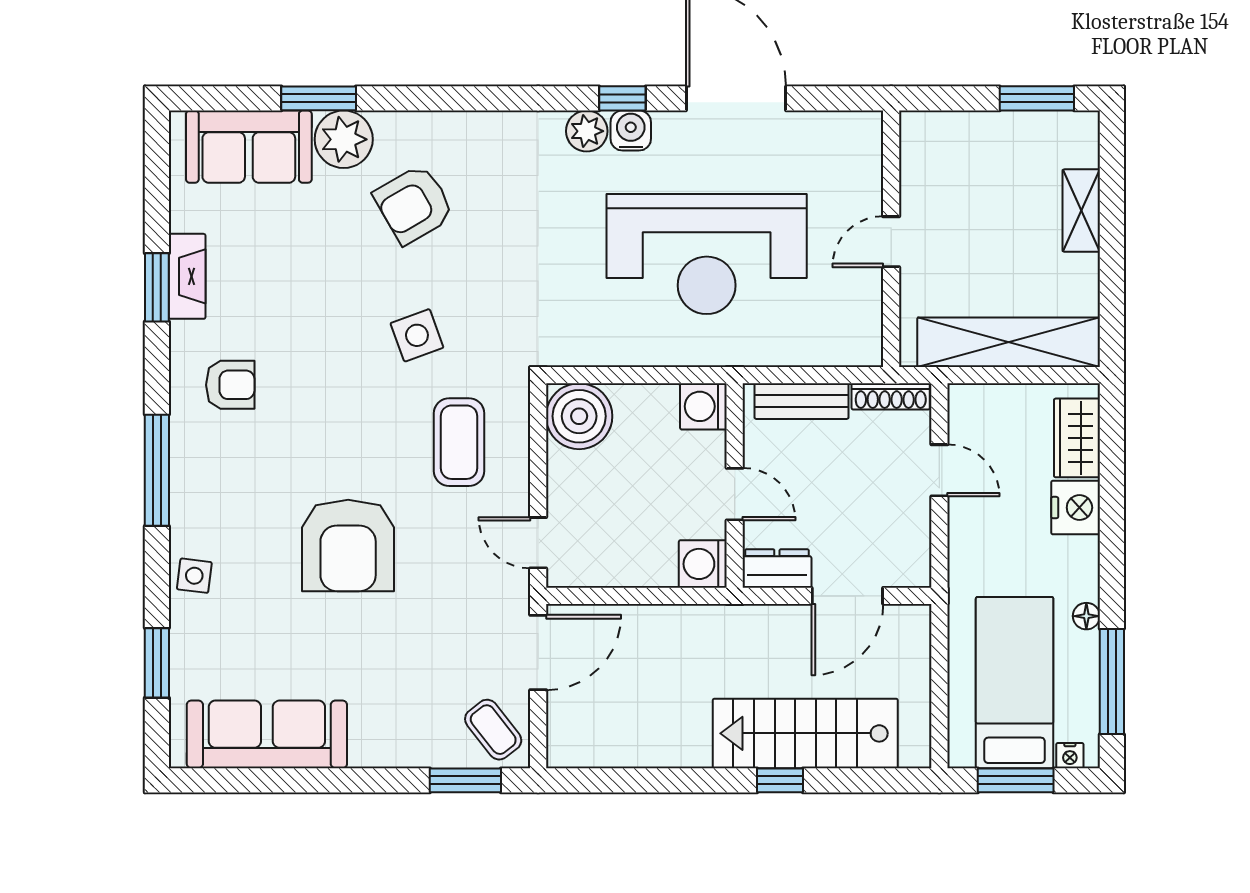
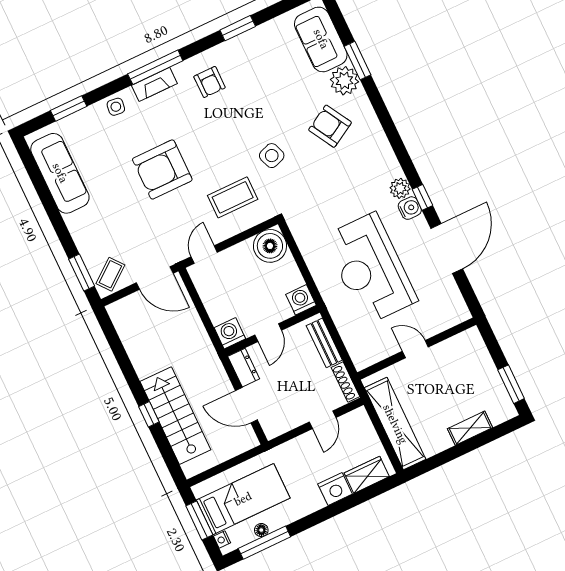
fireplace: (187, 276) -> (154, 84), moved
floor lamp: (1086, 616) -> (261, 530), moved

